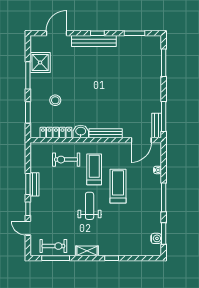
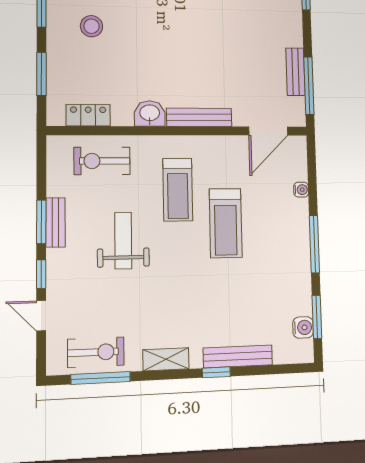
stool: (55, 100) -> (92, 26), moved
bench: (157, 125) -> (295, 72), moved
locker: (56, 132) -> (88, 115), width x0.66
exercise bike: (66, 160) -> (102, 161), moved
treadmill: (94, 169) -> (178, 190), turned 180
treadmill: (118, 186) -> (226, 223), turned 180
weight bench: (90, 206) -> (123, 240), moved
bench: (123, 251) -> (238, 356), added

